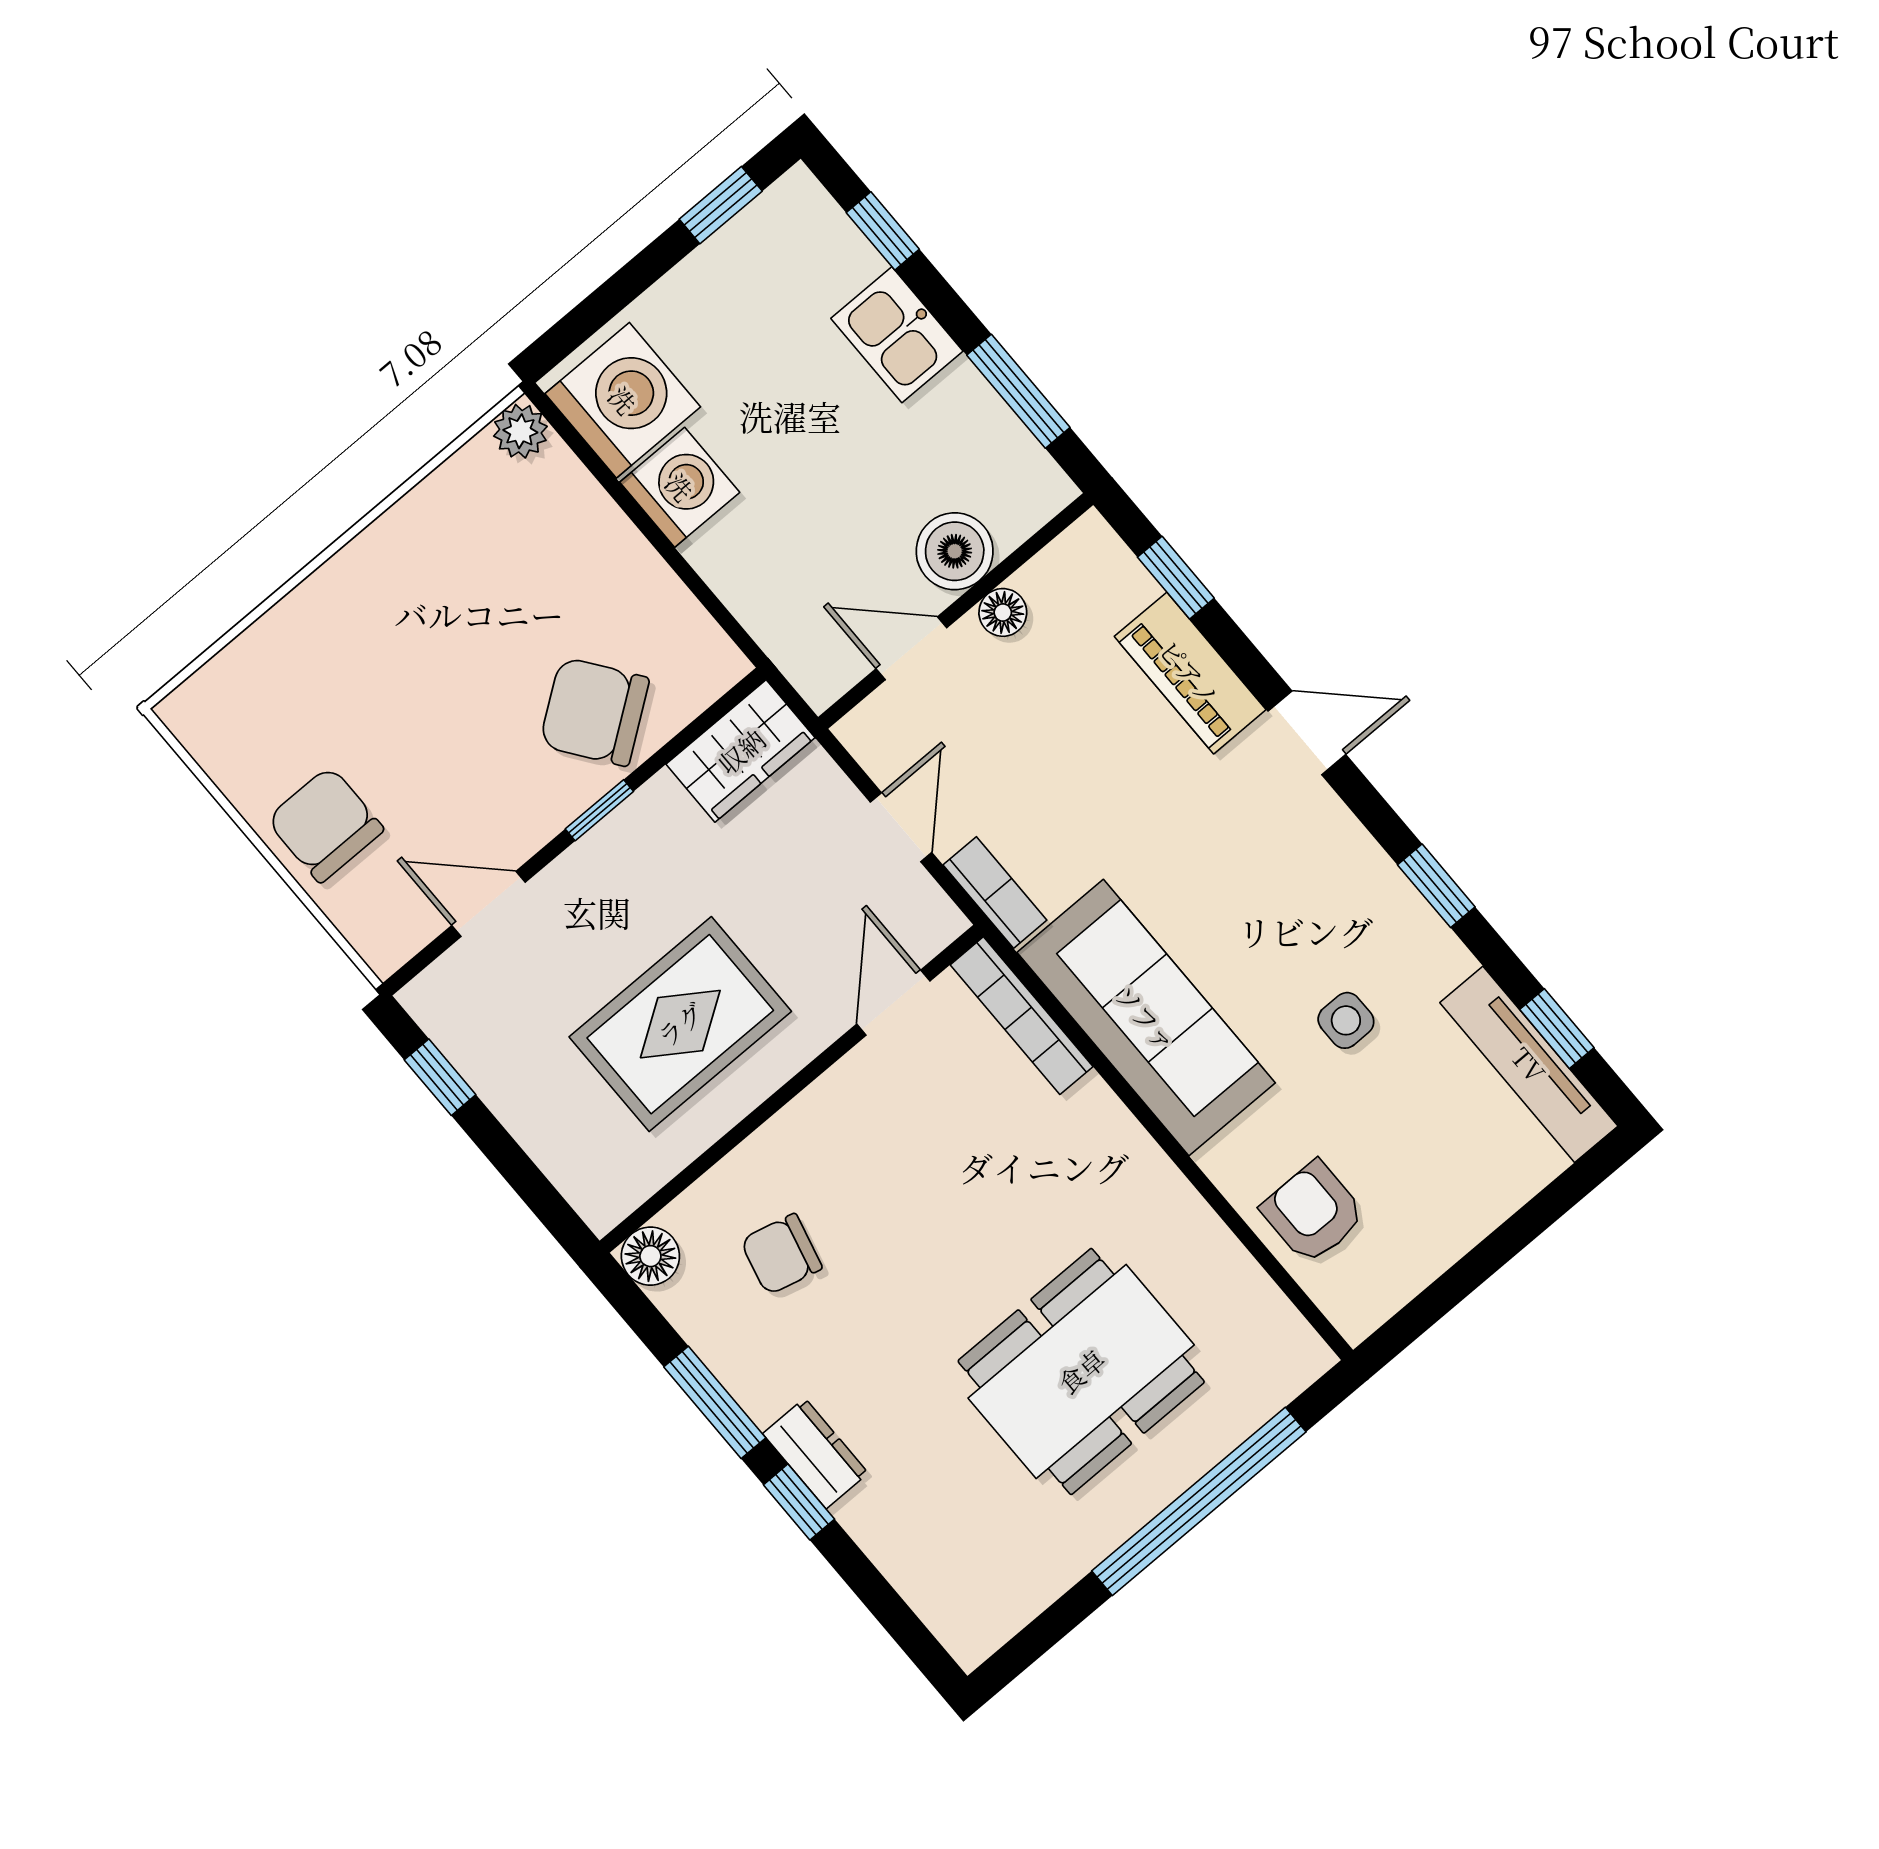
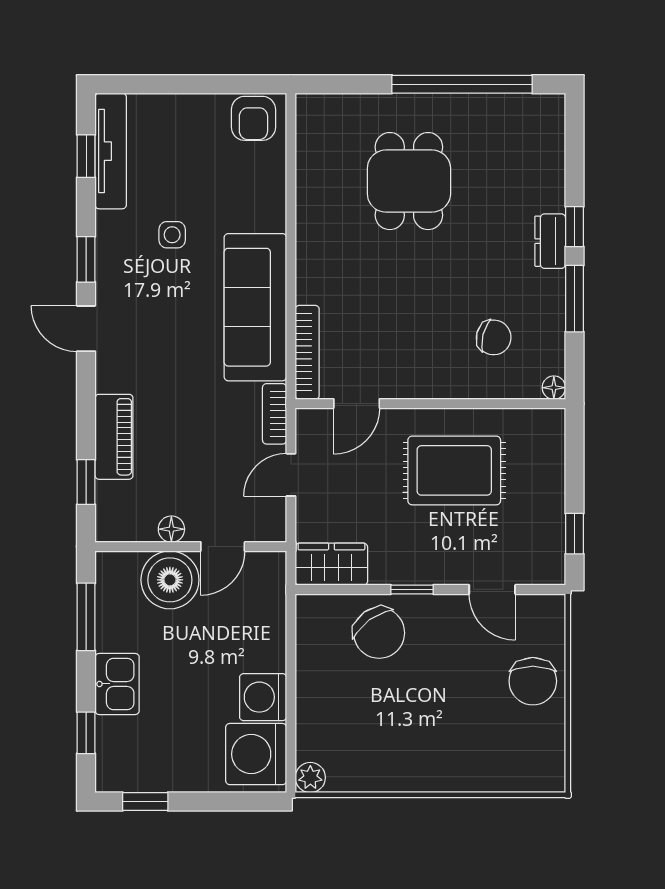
boiler: (955, 551) -> (170, 580), width x1.37, depth x1.37
door: (911, 648) -> (223, 547), hinge flipped
door: (1307, 733) -> (86, 329), moved
armchair: (1313, 1212) -> (253, 118), moved
floor lamp: (650, 1256) -> (554, 388), width x0.73, depth x0.73
dining table: (1081, 1371) -> (409, 181), width x0.73
window: (1199, 1501) -> (462, 84), moved

